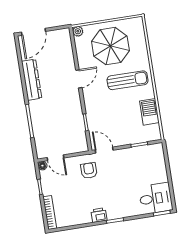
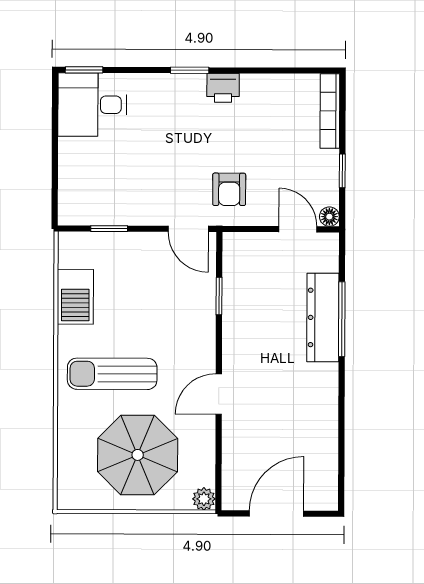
door: (33, 32) -> (277, 514), moved
dresser: (32, 80) -> (323, 317), moved

